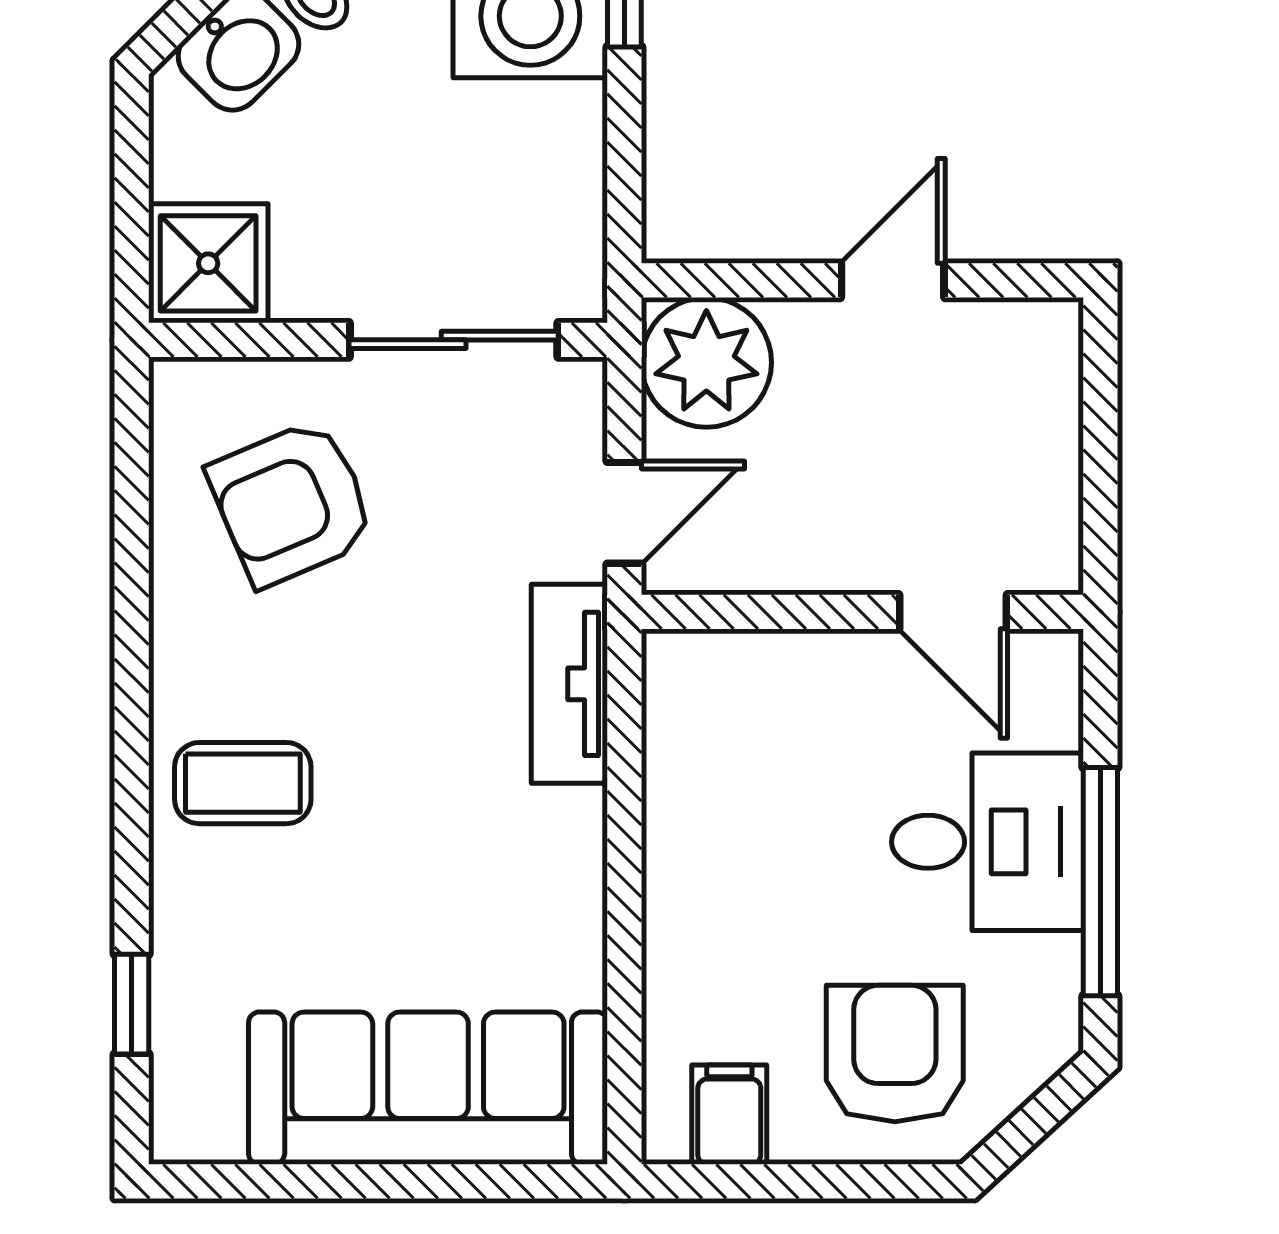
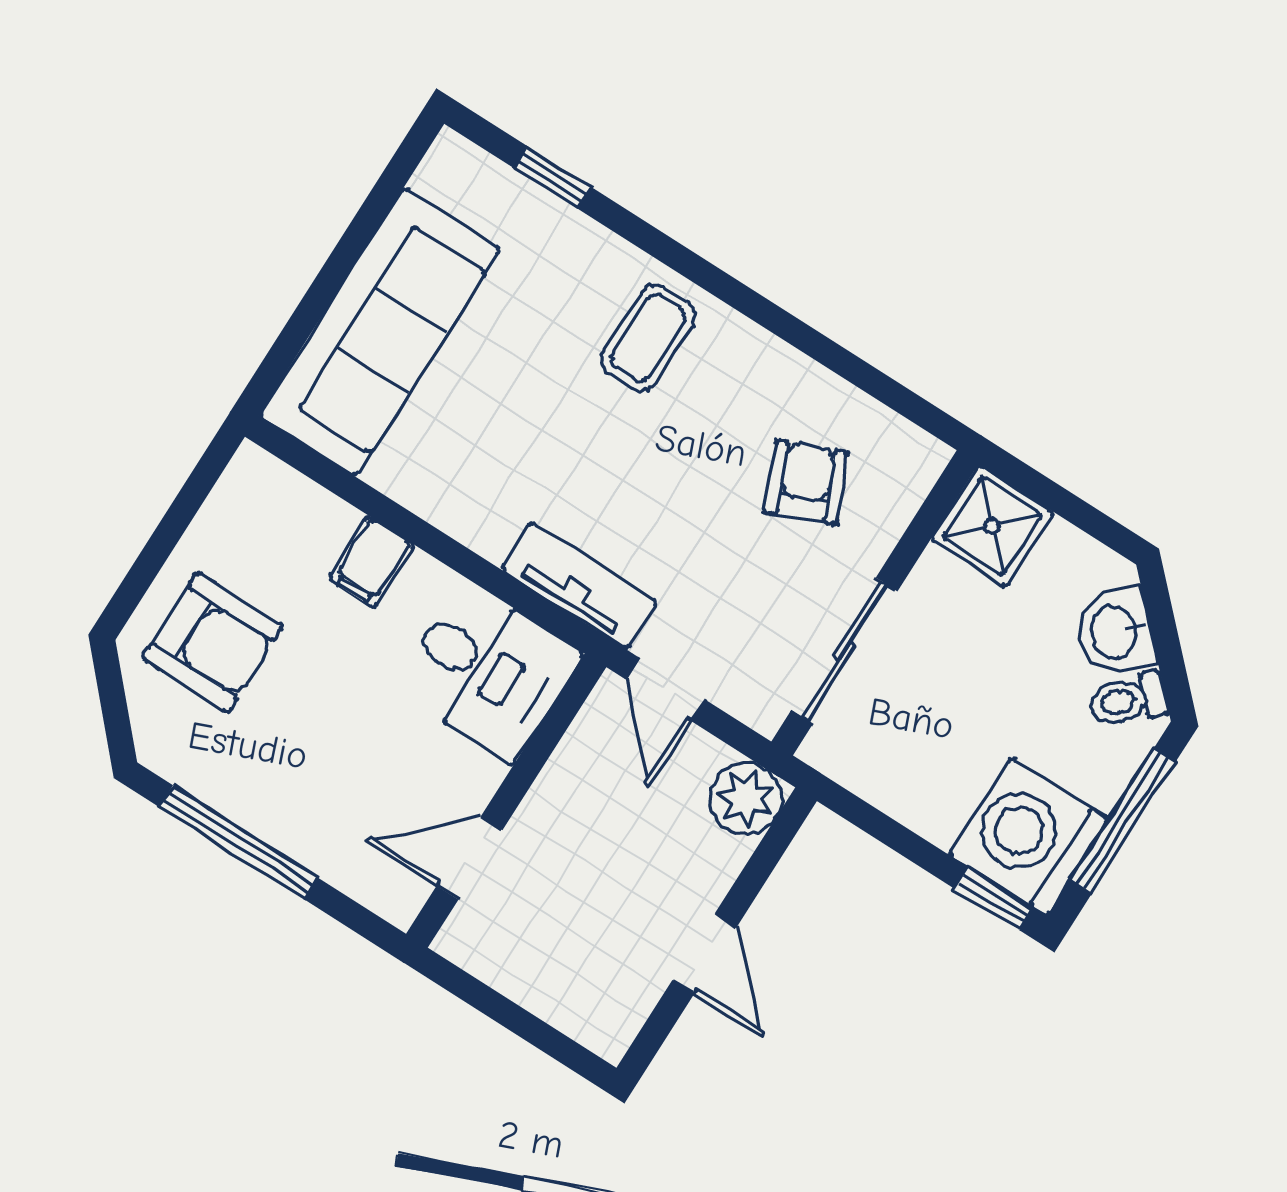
plant: (706, 362) -> (746, 798), width x0.73, depth x0.73
armchair: (292, 503) -> (806, 482), width x0.72, depth x0.72
desk: (987, 842) -> (488, 671), moved, turned -90
filing cabinet: (729, 1115) -> (371, 562), moved, turned 90

